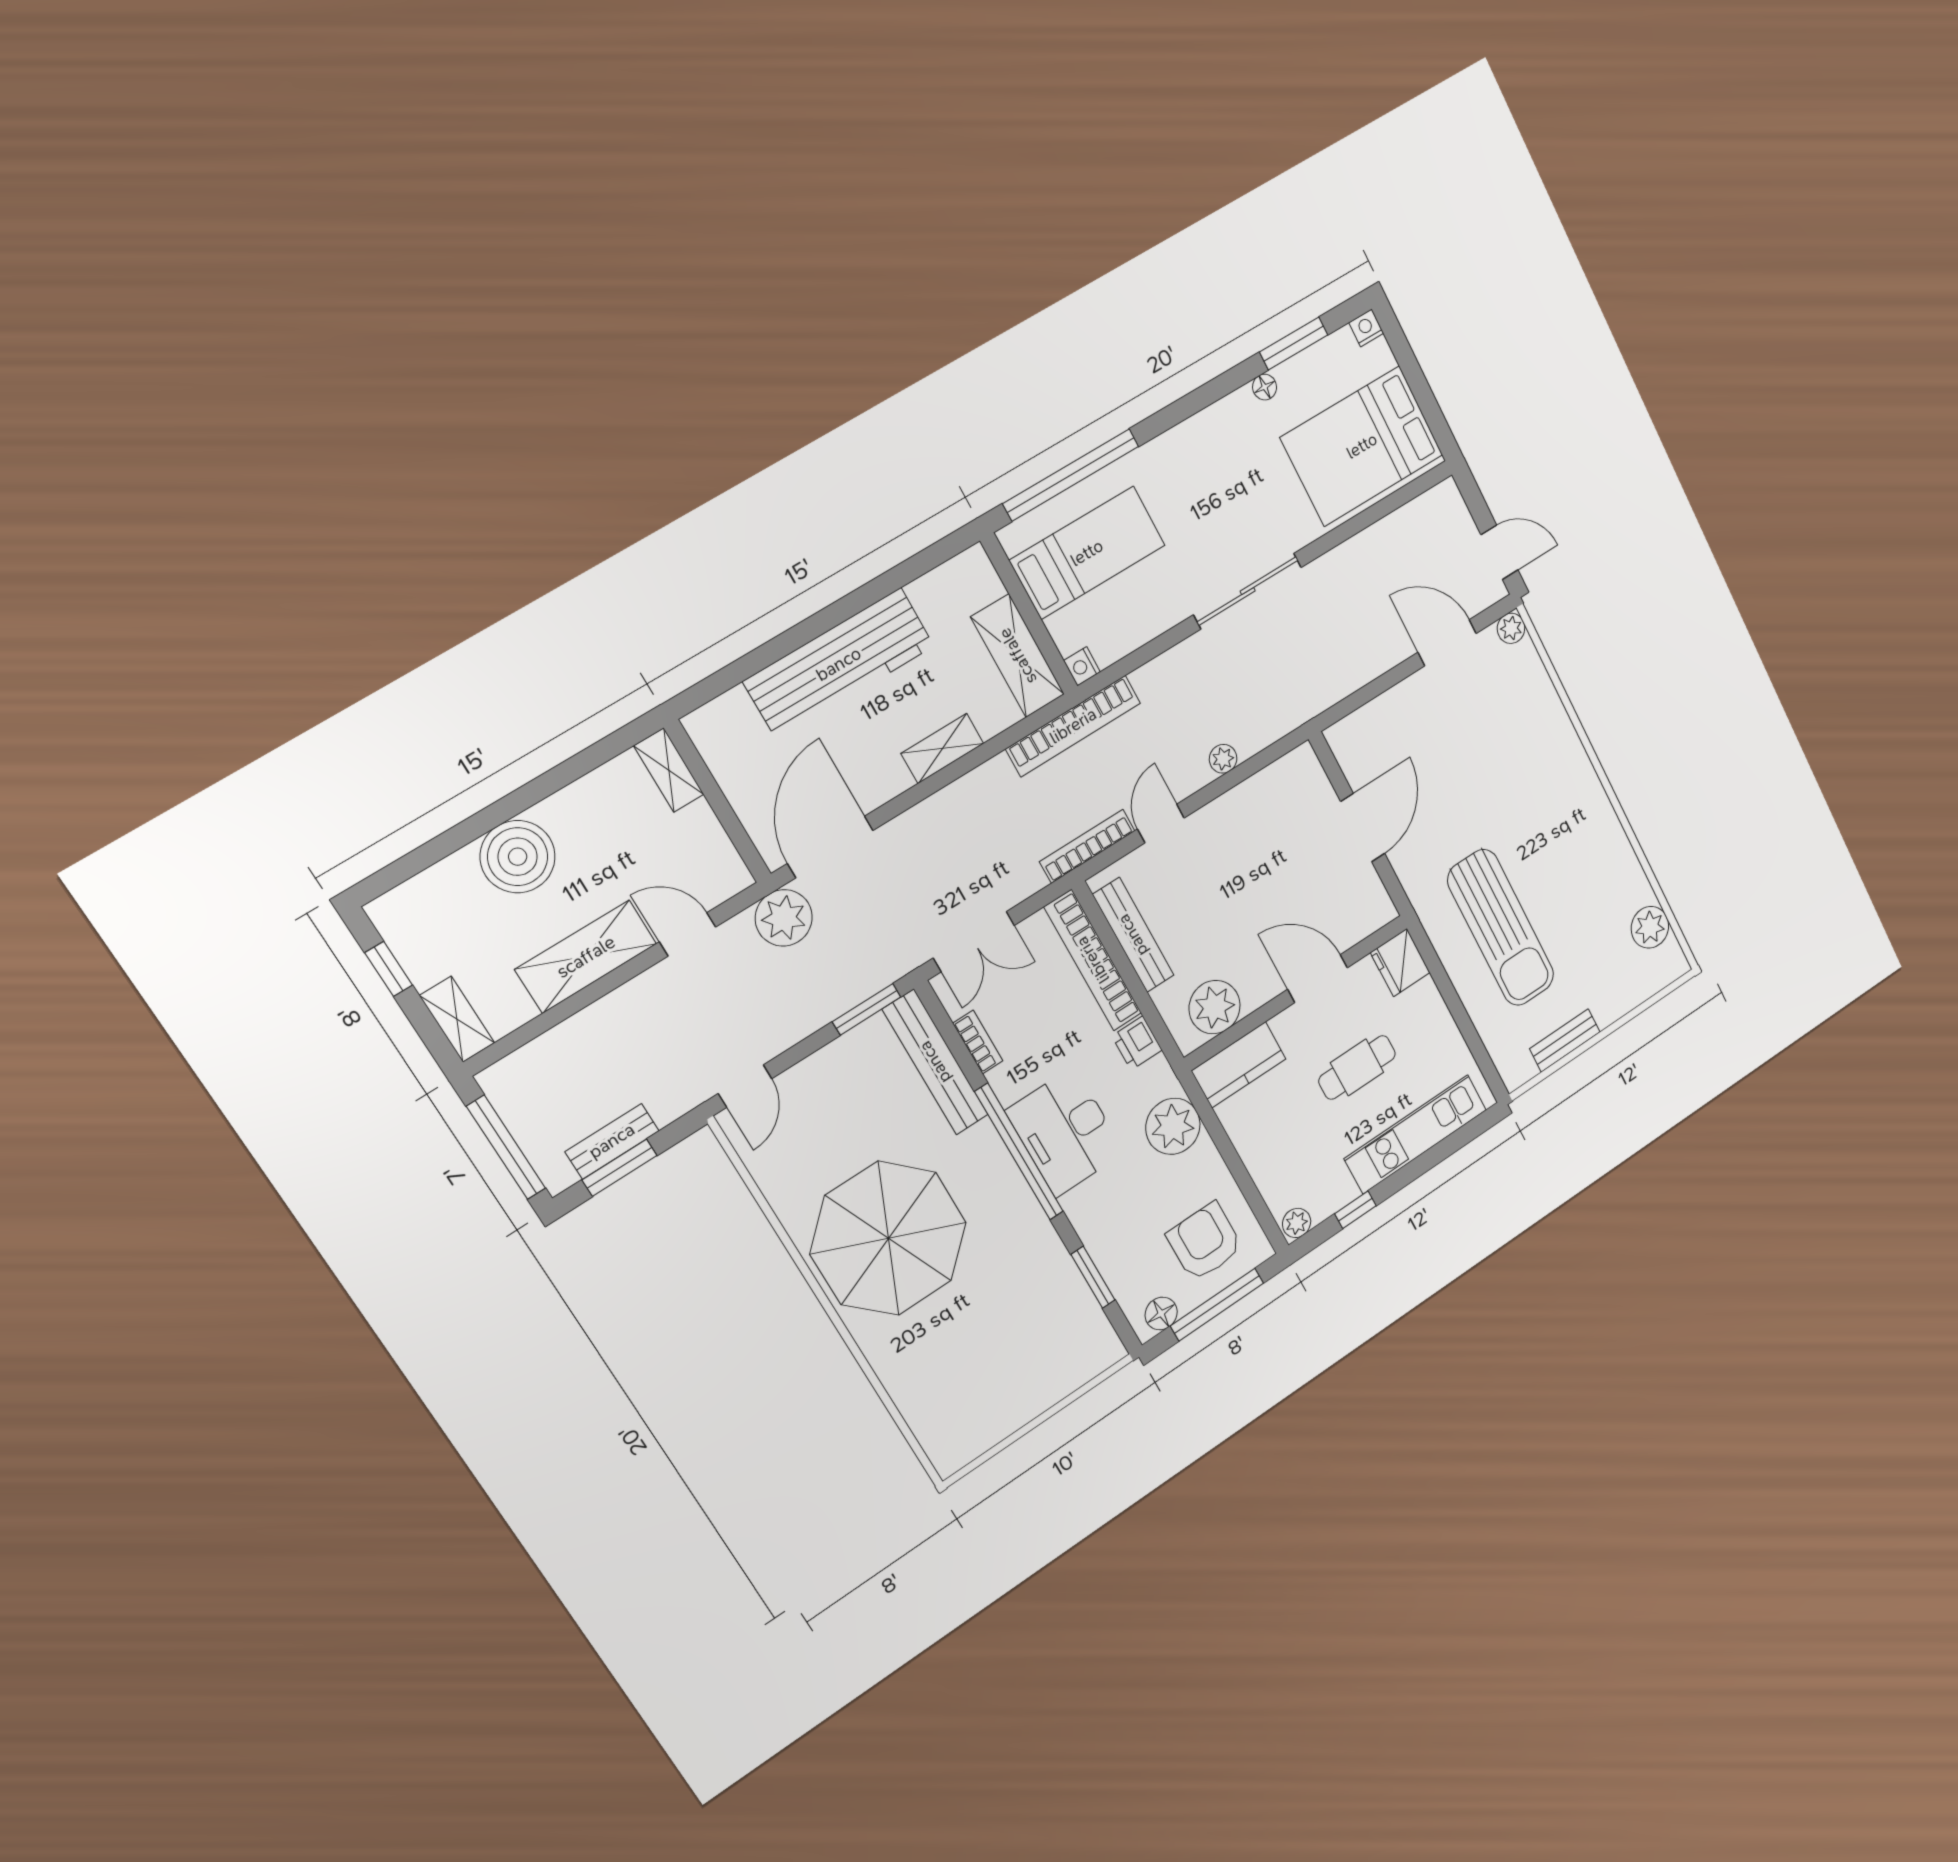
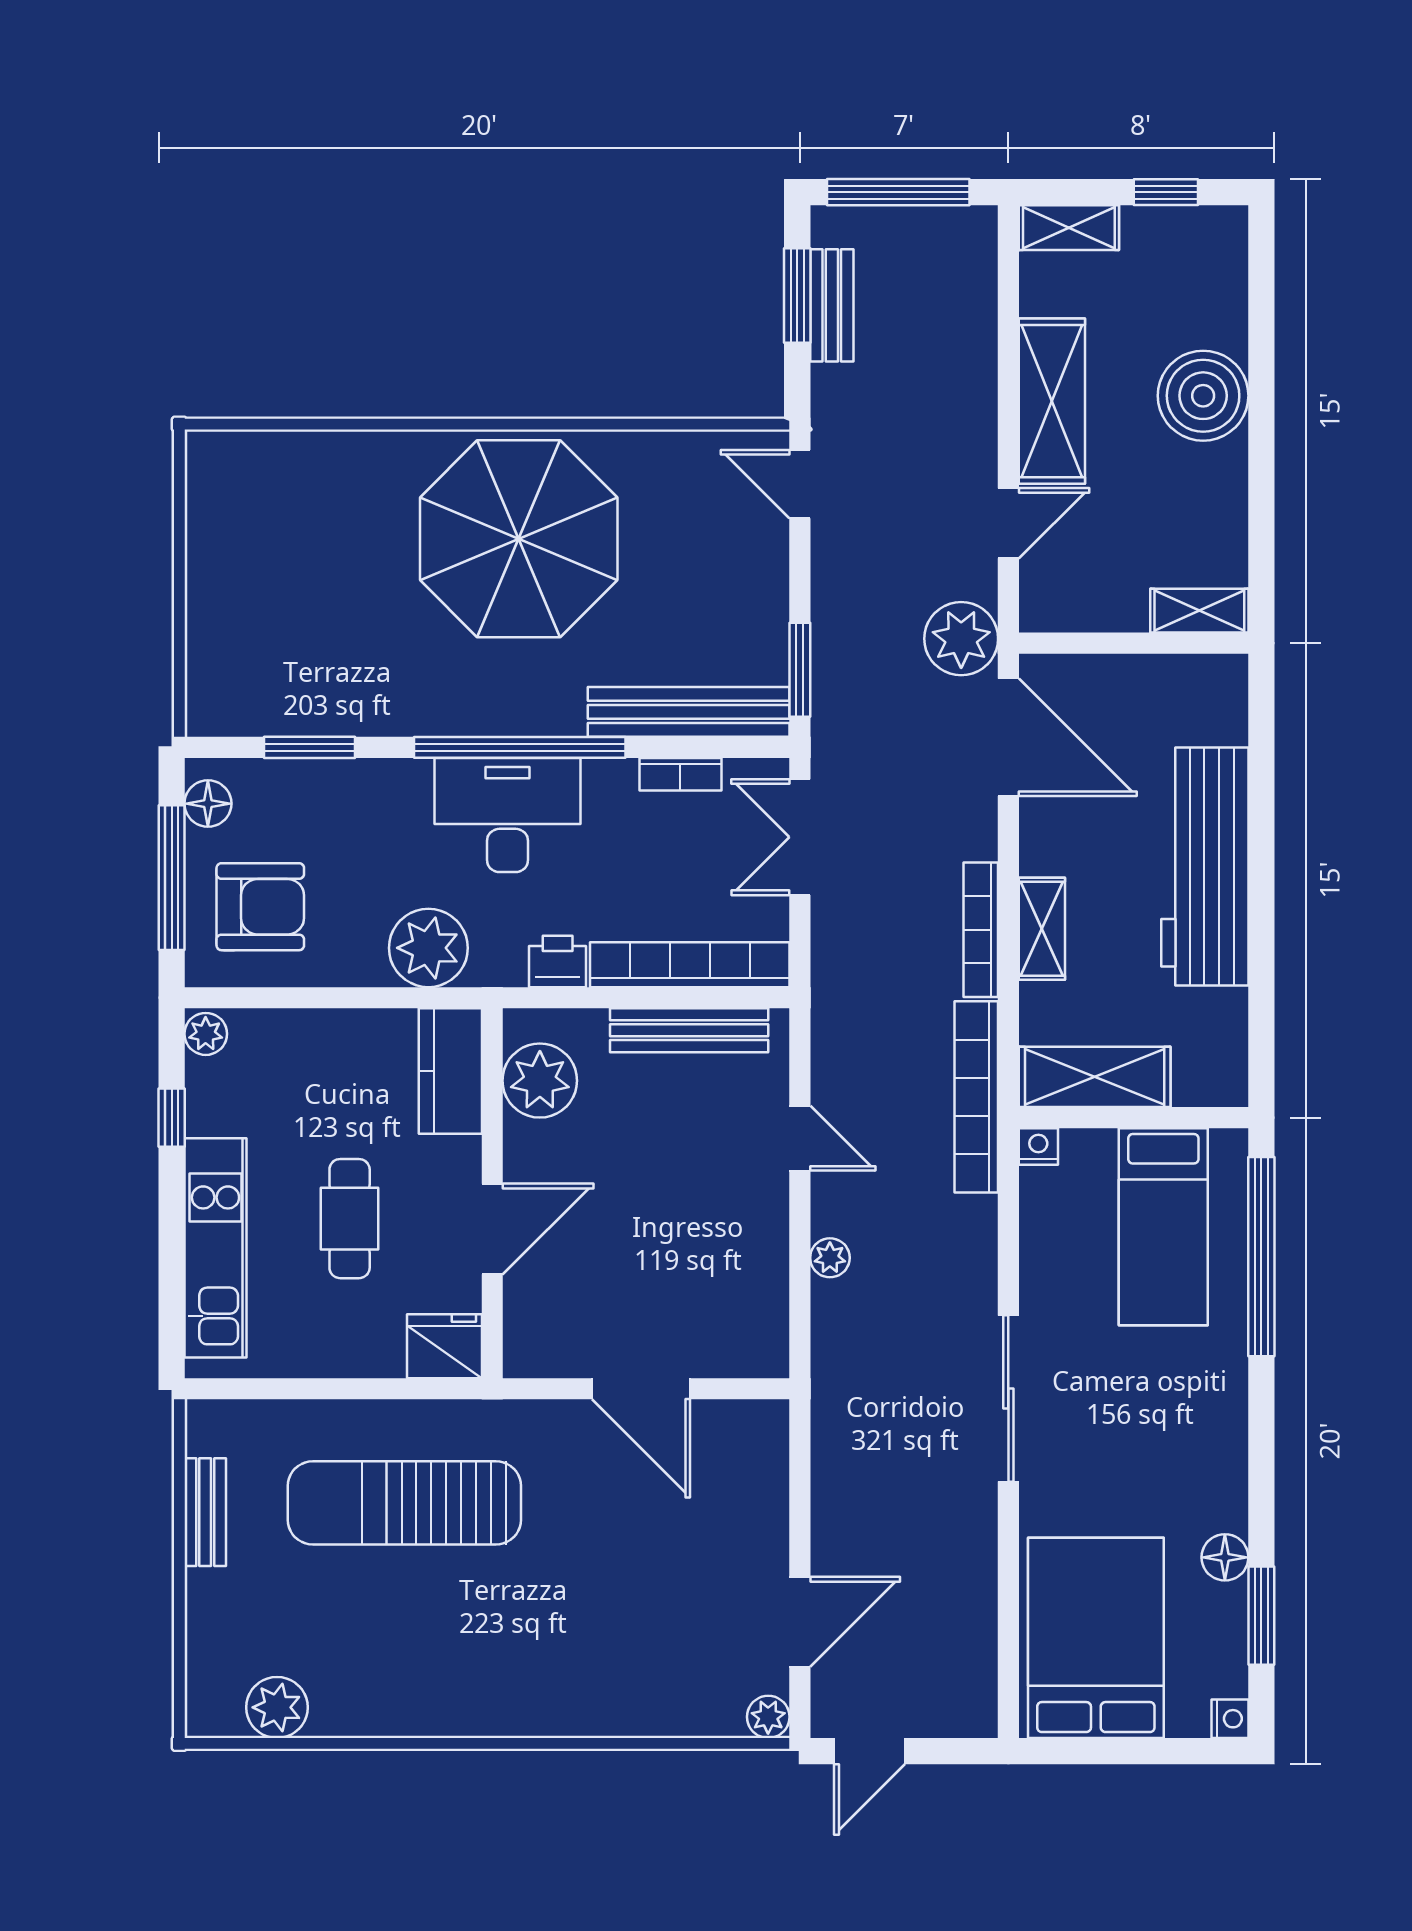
floor lamp: (1265, 387) -> (1225, 1557), width x1.37, depth x1.37
bookcase: (1087, 846) -> (981, 930), moved, turned 180

